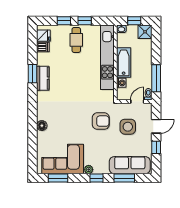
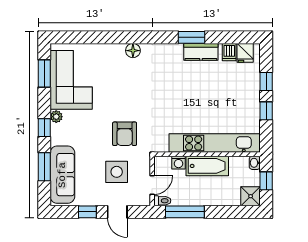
cafe table: (76, 40) -> (239, 99), removed
kitchen counter: (43, 78) -> (201, 52), moved
door: (137, 102) -> (152, 185), hinge flipped
floor lamp: (42, 126) -> (133, 51), moved

